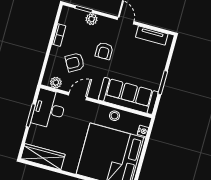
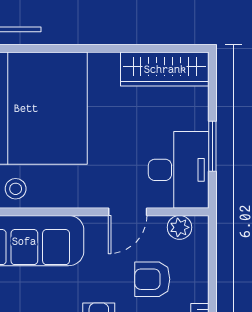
armchair: (75, 62) -> (152, 279), turned -150
stool: (115, 116) -> (16, 189), moved

